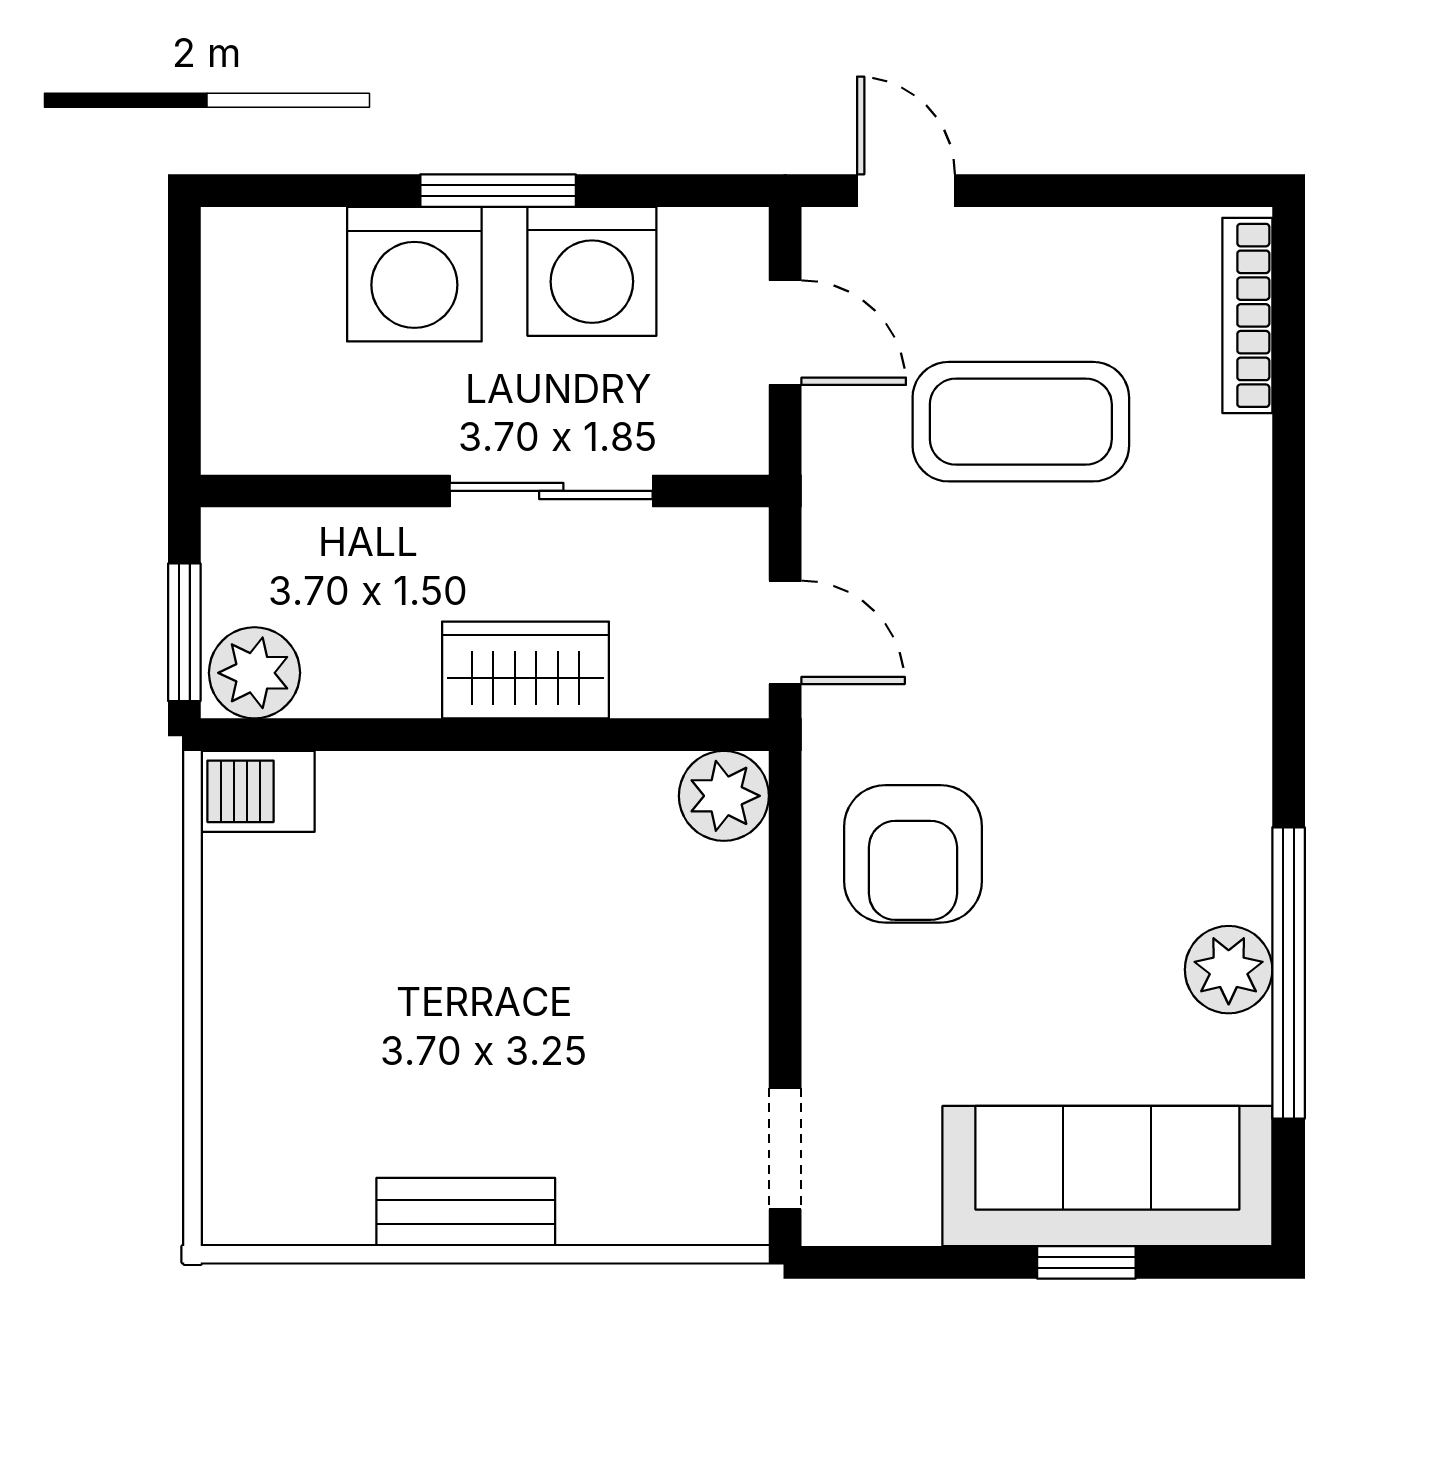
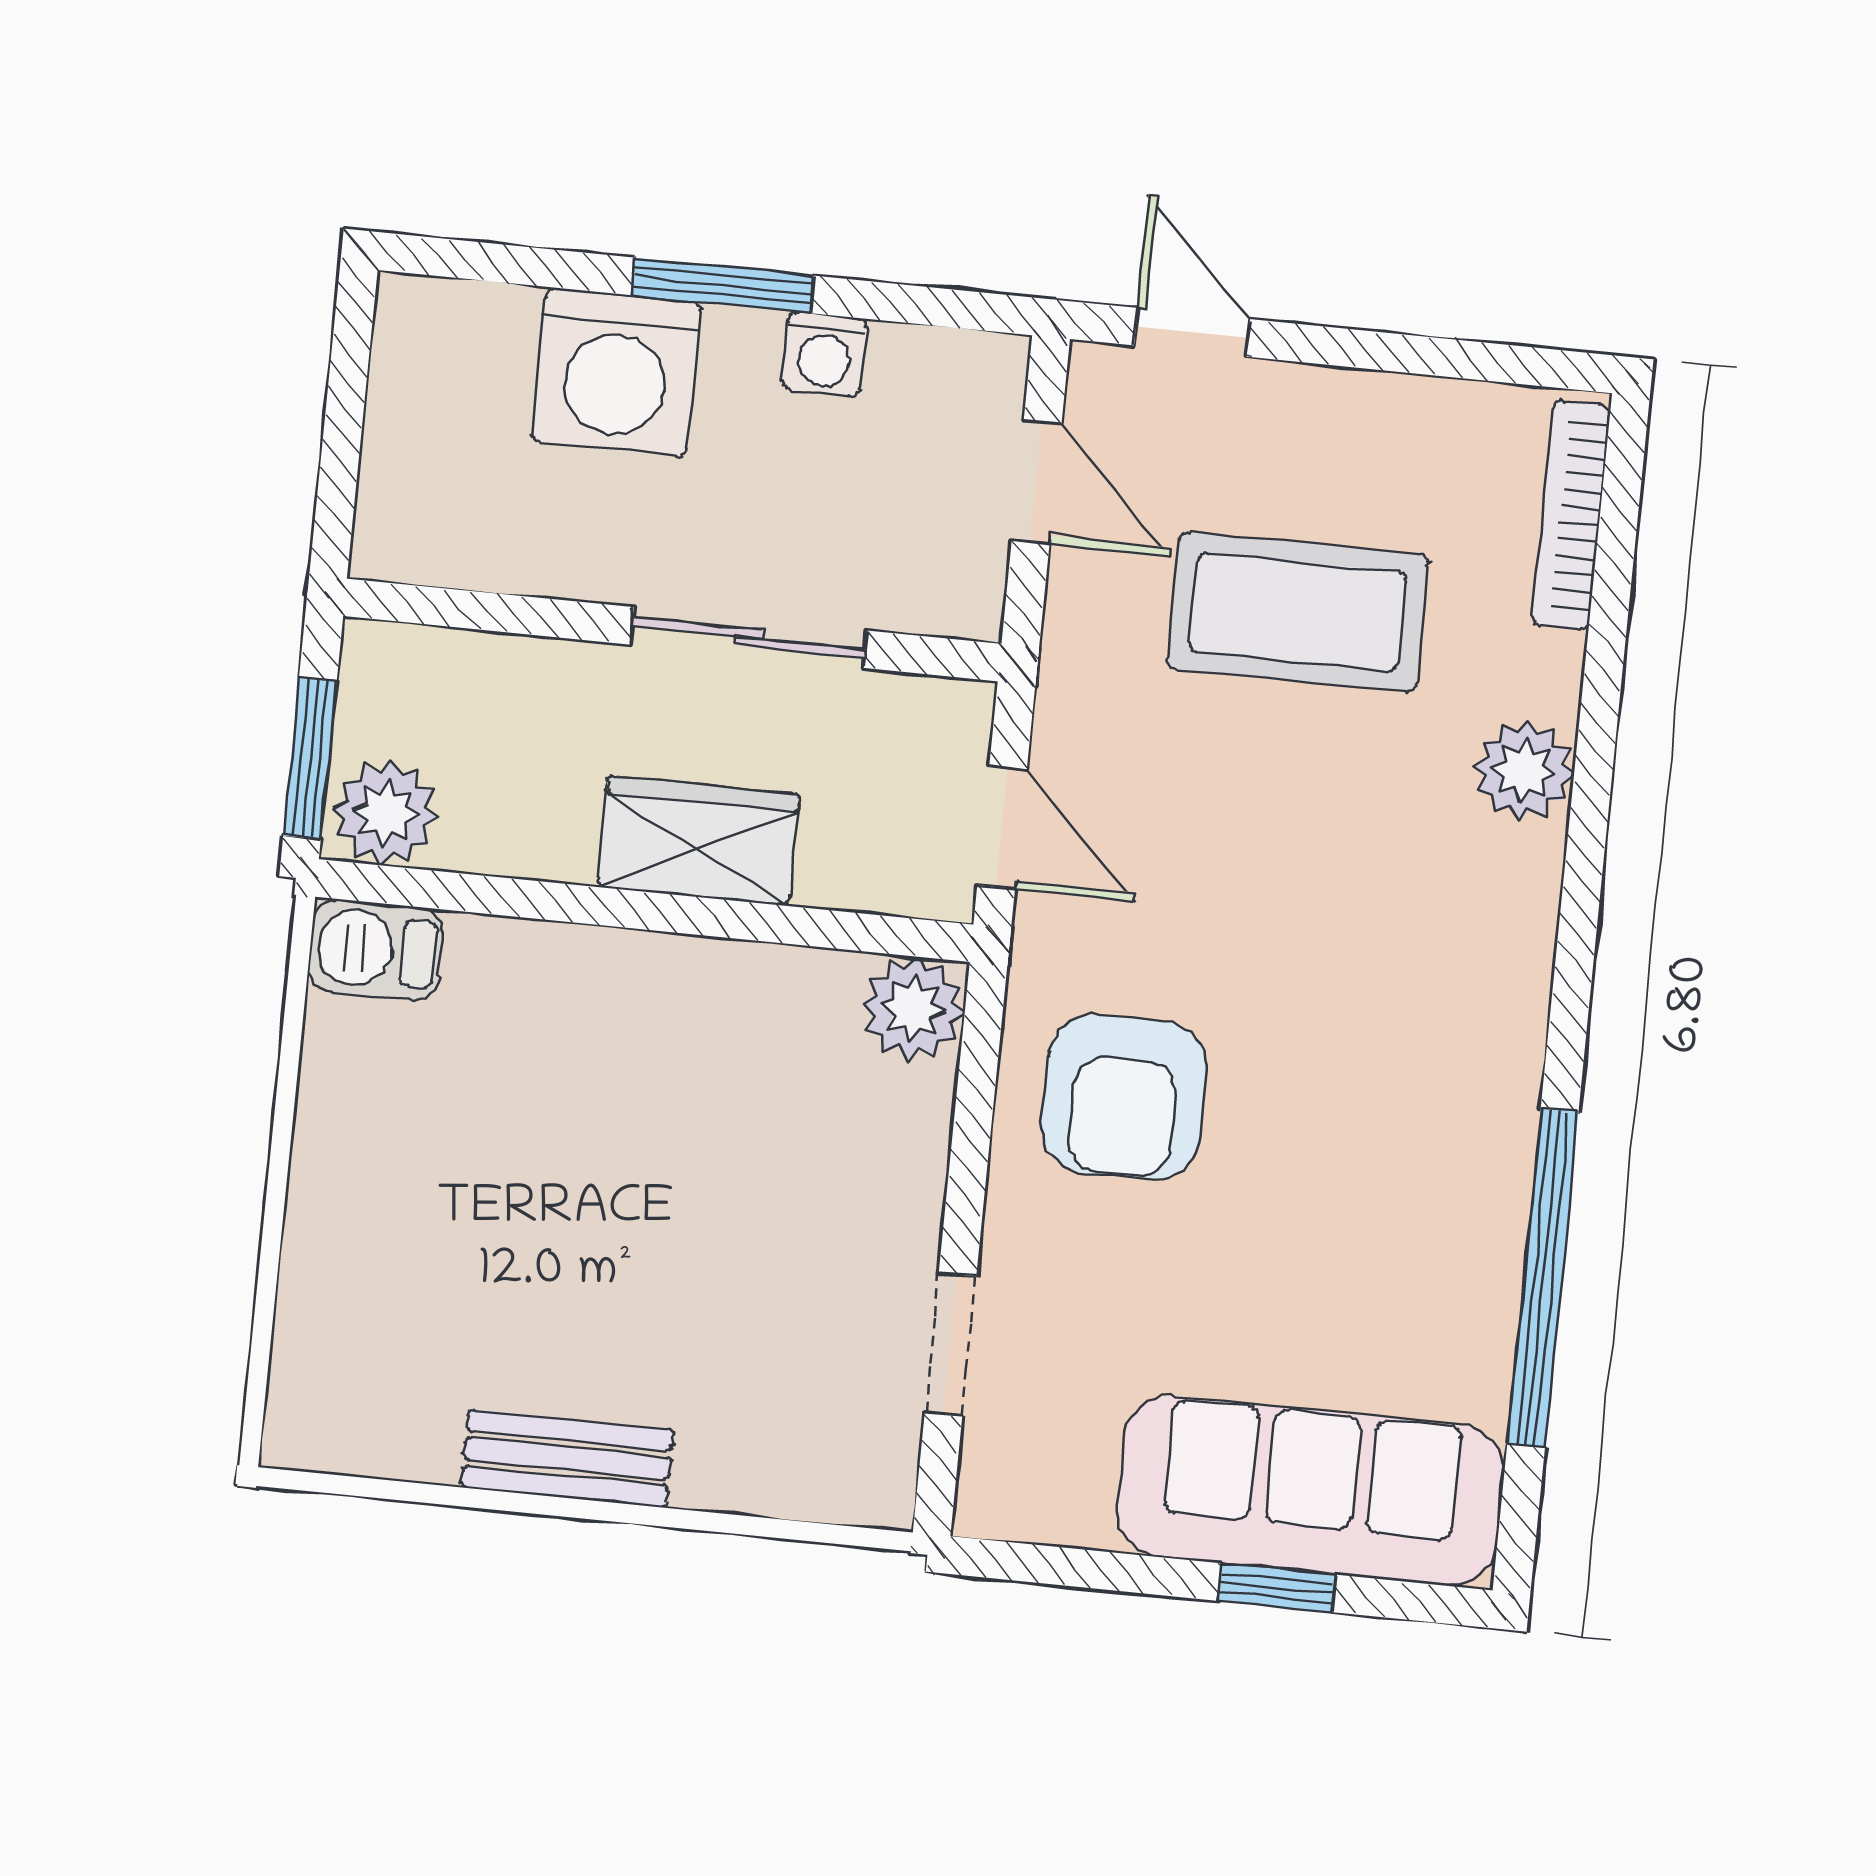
washing machine: (592, 271) -> (825, 354), width x0.53, depth x0.53
plant: (1229, 970) -> (1524, 771), moved
doorway: (785, 1149) -> (950, 1344), moved

